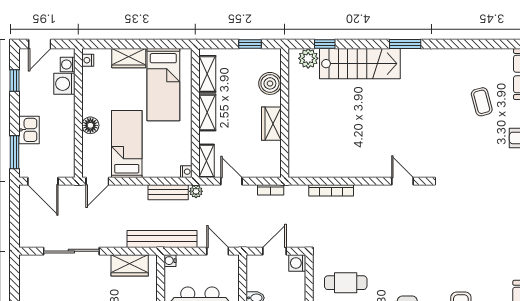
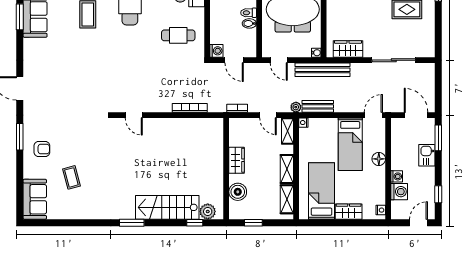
washing machine: (68, 64) -> (397, 176), moved
door: (275, 251) -> (234, 60), hinge flipped

